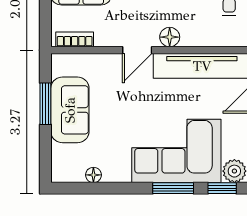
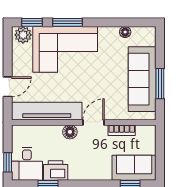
bookcase: (75, 39) -> (122, 130), moved
sofa: (70, 110) -> (142, 79), width x1.36

